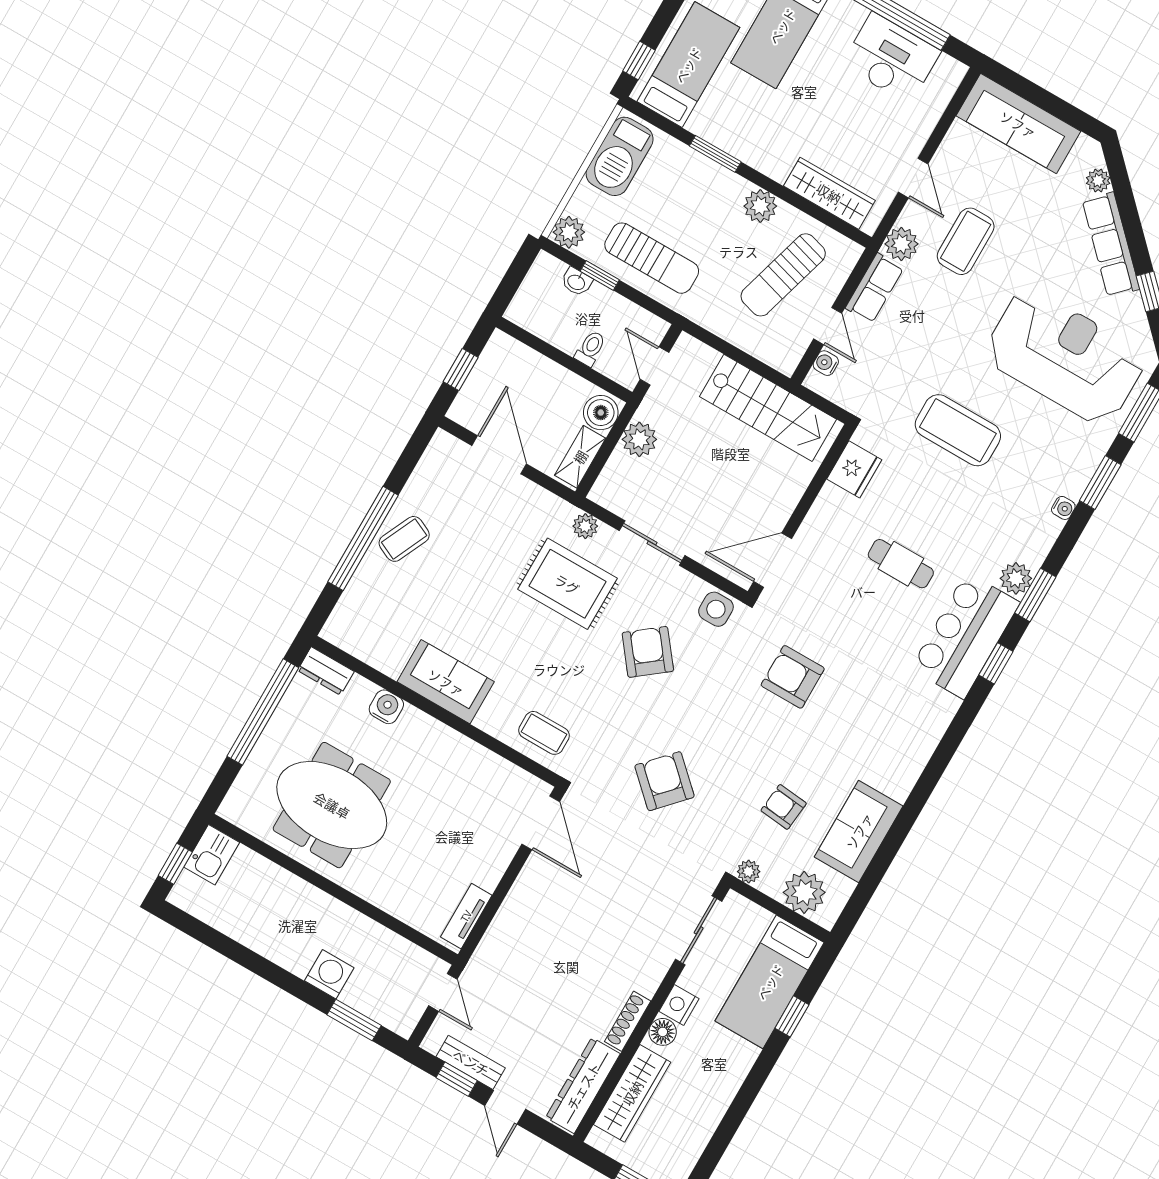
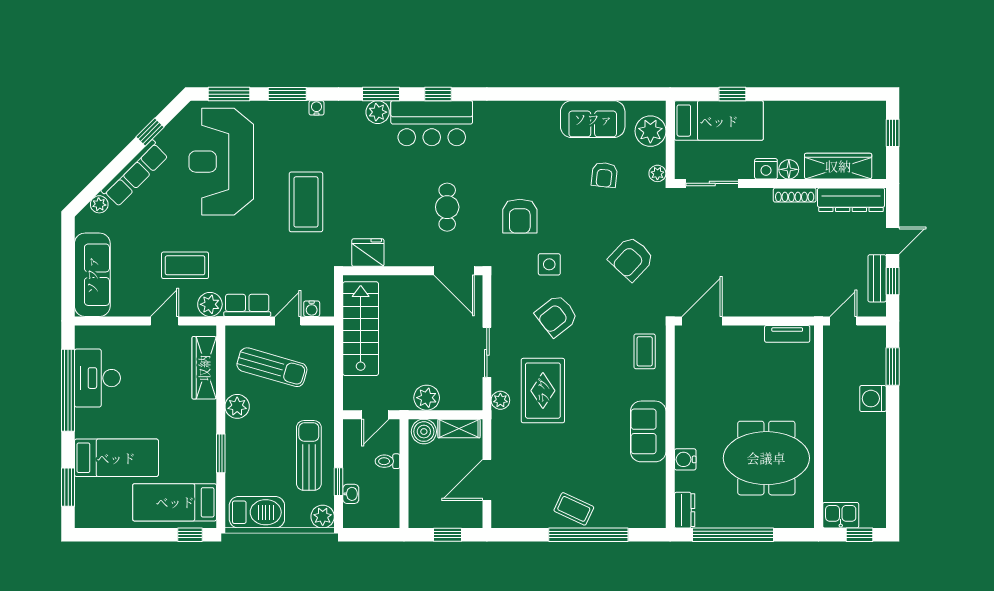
cafe table: (901, 564) -> (447, 207), moved
side table: (716, 609) -> (549, 264), moved
meeting table: (332, 805) -> (766, 458), turned 90

